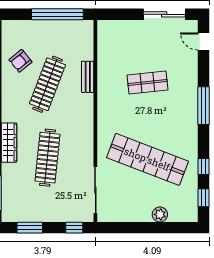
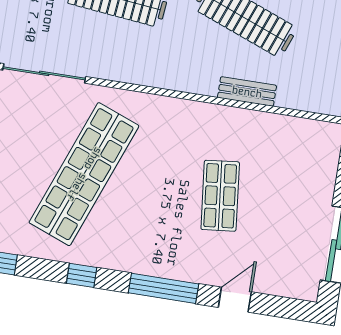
door: (203, 42) -> (235, 300), moved
window: (203, 166) -> (82, 275), moved

